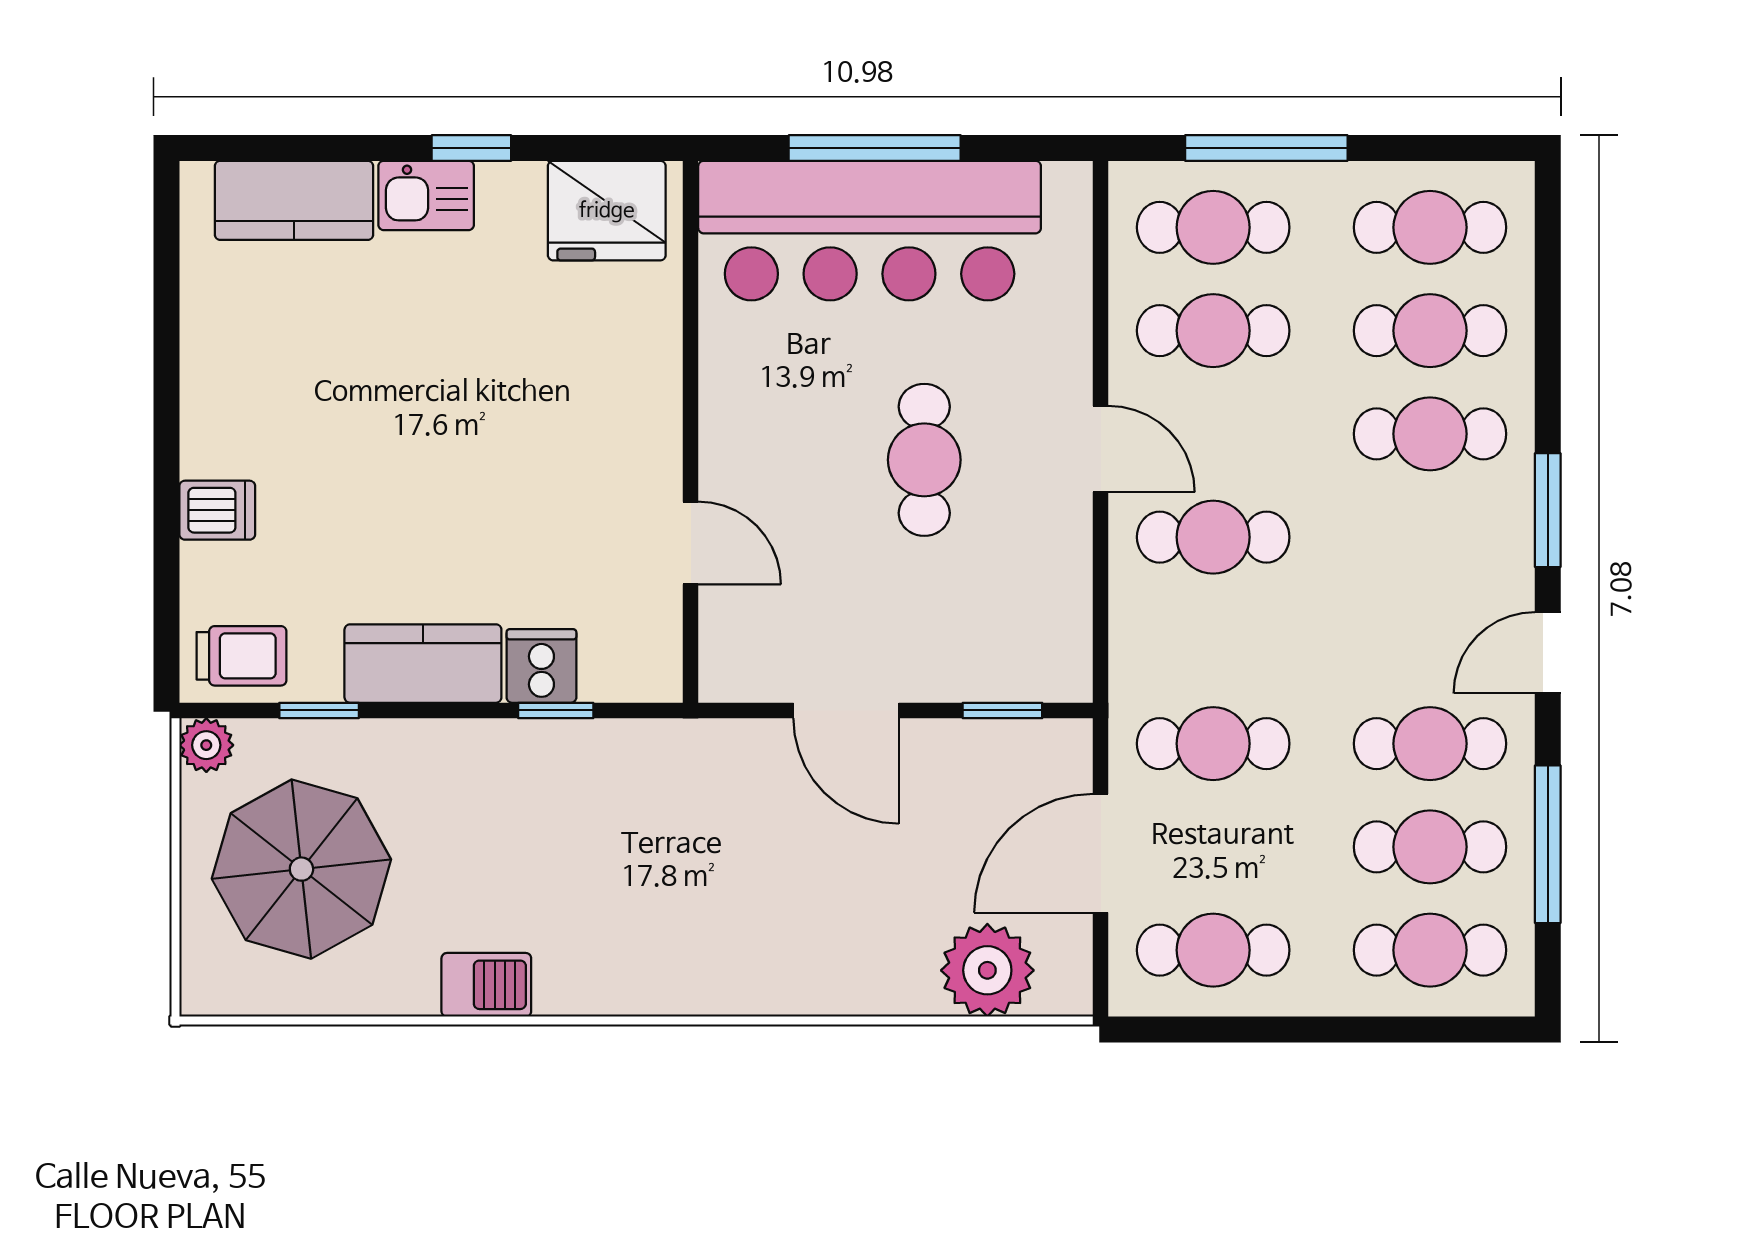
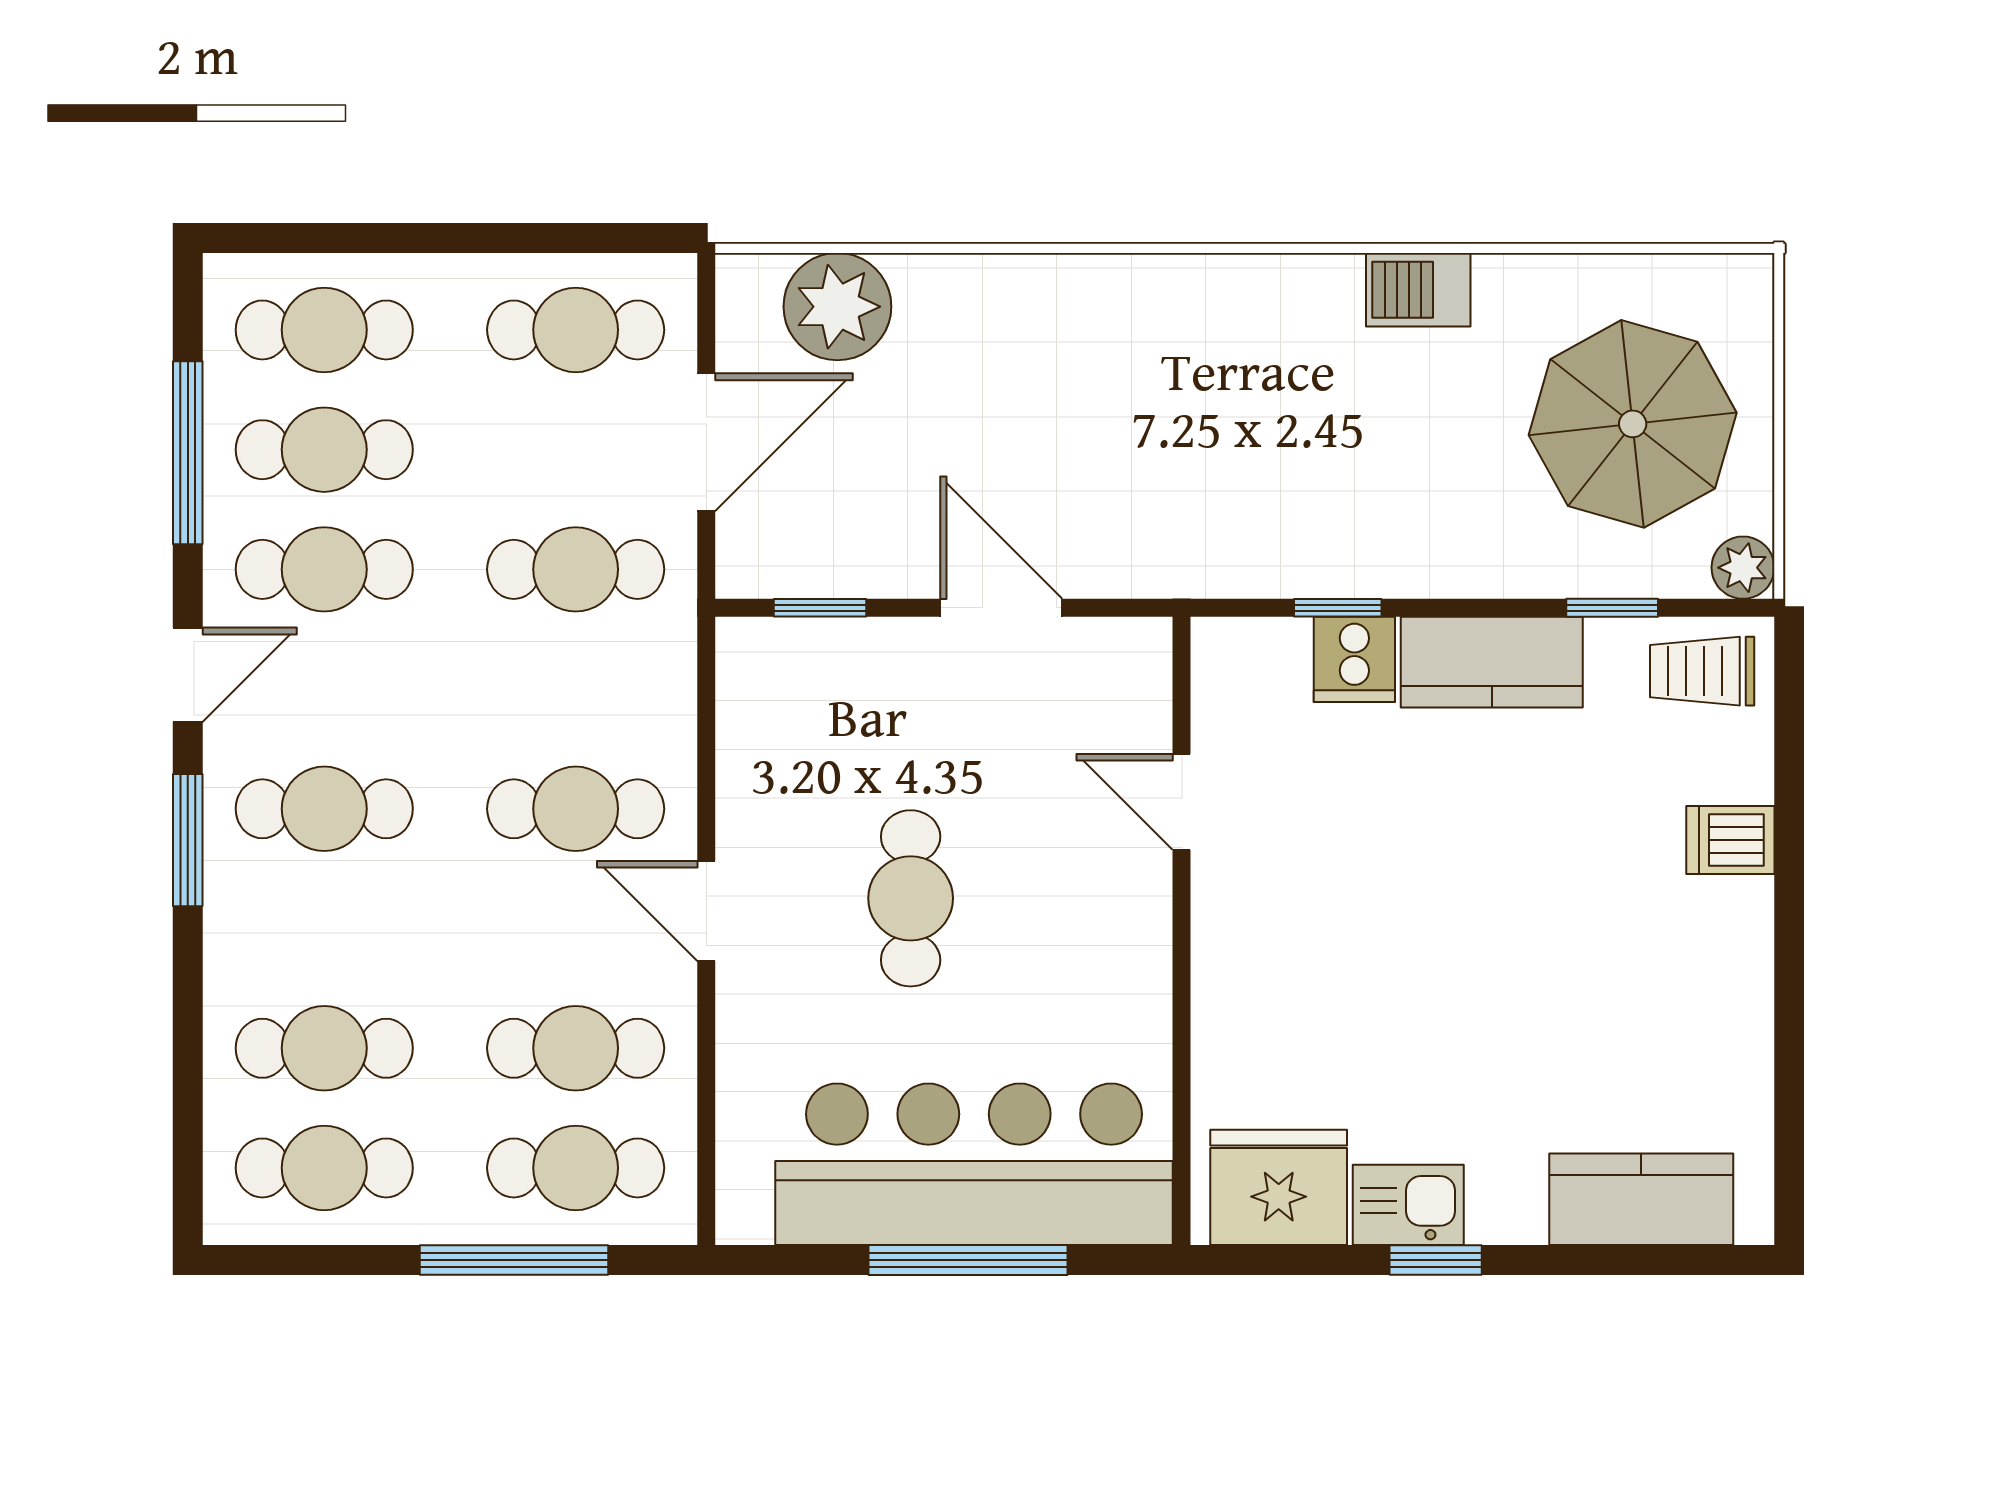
kitchen sink: (426, 195) -> (1408, 1205), moved
cafe table: (1430, 434) -> (324, 809), moved

